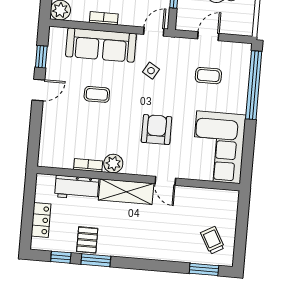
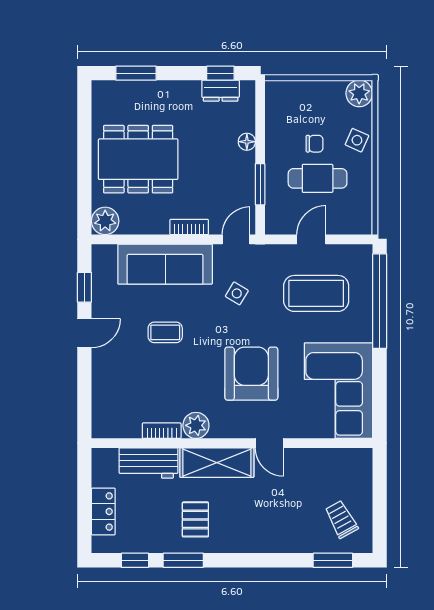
bookcase: (104, 18) -> (189, 227), moved
coffee table: (208, 76) -> (316, 293), width x1.86, depth x1.72
armchair: (157, 130) -> (251, 374), width x1.36, depth x1.36
pallet: (87, 240) -> (195, 519), moved

